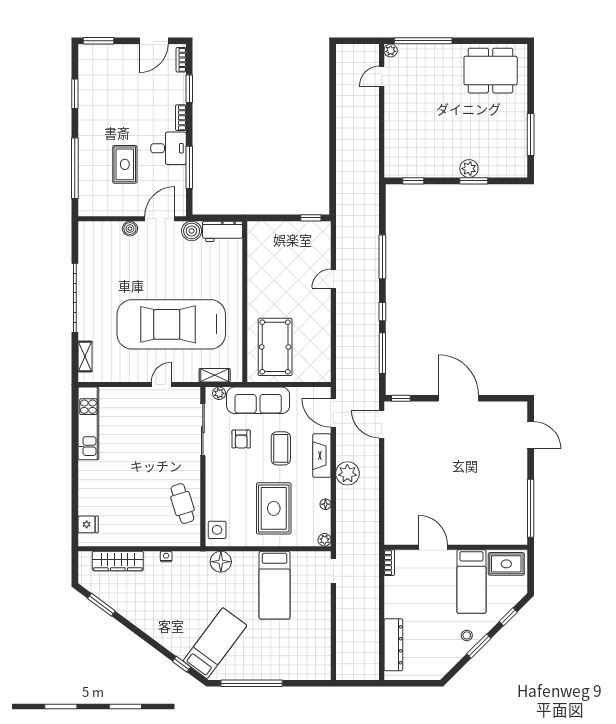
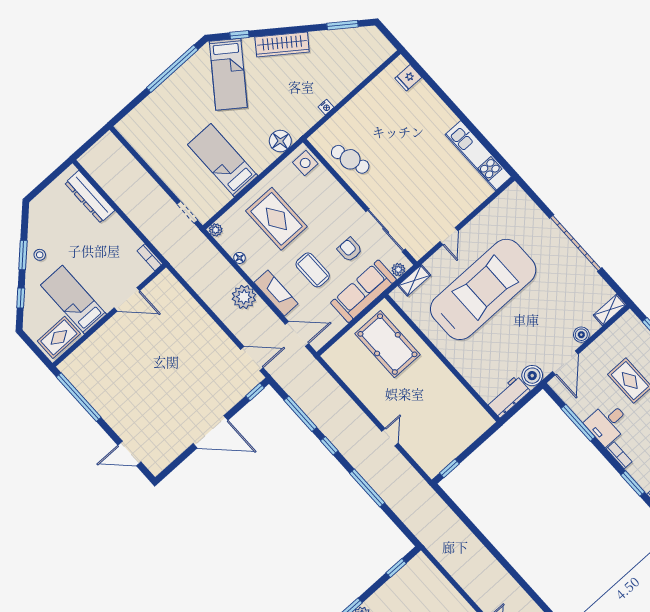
shelving: (85, 356) -> (610, 310), moved, turned 90
wardrobe: (118, 561) -> (282, 44), moved, turned -143

